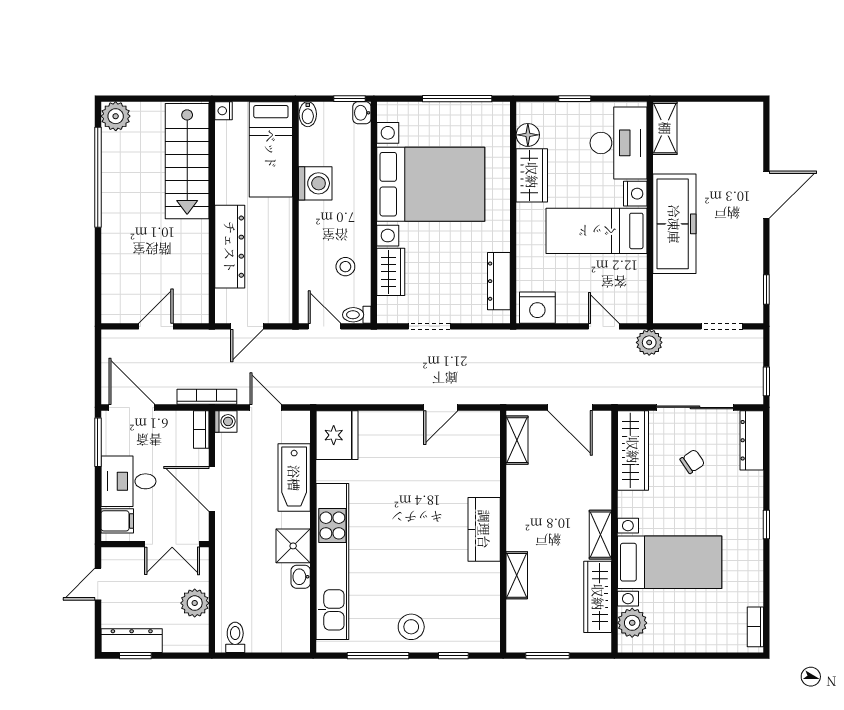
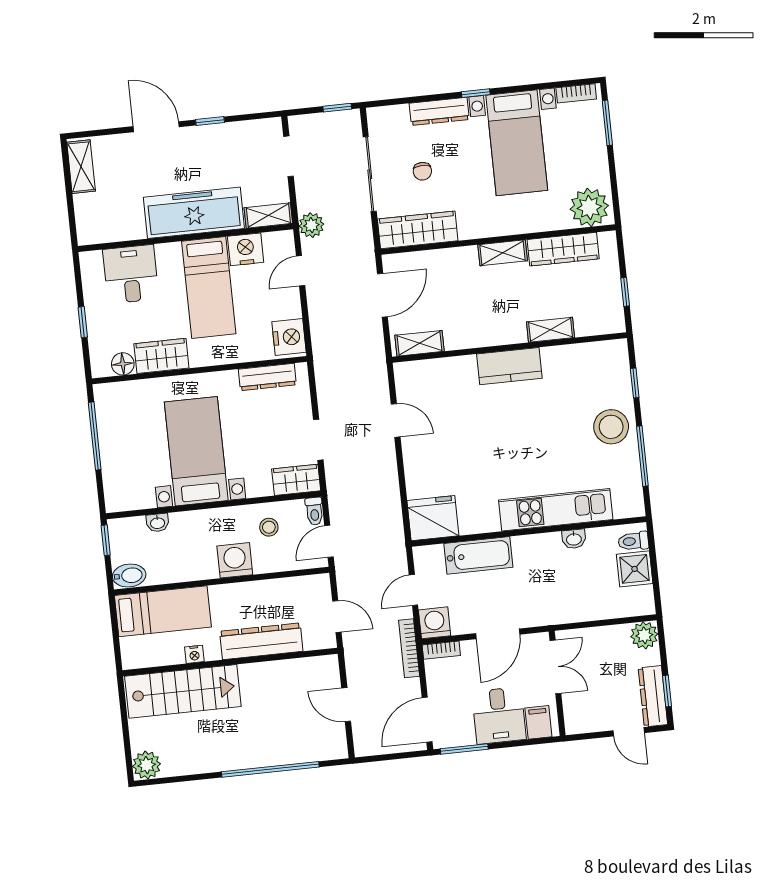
nightstand: (224, 111) -> (194, 654), moved
washbasin: (362, 113) -> (157, 523), moved
bidet: (308, 114) -> (129, 576), width x1.38, depth x1.36
shelving: (665, 128) -> (81, 167), moved, turned 90
desk: (619, 143) -> (131, 274), width x0.73
window: (98, 177) -> (270, 769), moved
washing machine: (315, 183) -> (235, 560), moved
bed with nightstands: (431, 184) -> (196, 451), width x0.73
nightstand: (635, 194) -> (246, 249), moved, width x1.36, depth x1.33
wardrobe: (391, 272) -> (296, 480), moved
window: (766, 289) -> (210, 121), moved
shelving: (664, 300) -> (268, 215), added
washing machine: (226, 421) -> (435, 623), width x1.38, depth x1.38
dresser: (752, 440) -> (439, 111), moved
chair: (692, 461) -> (422, 171), turned -146
shower: (293, 546) -> (635, 569), moved
kitchen unit: (332, 561) -> (556, 510), width x0.73
bed with nightstands: (670, 562) -> (517, 143), moved, turned 180
door: (98, 584) -> (629, 732), moved
plant: (195, 603) -> (644, 635), moved
plant: (632, 623) -> (589, 207), width x1.36, depth x1.36
stool: (411, 627) -> (611, 427), width x1.38, depth x1.38
toilet: (235, 637) -> (633, 541), moved
window: (547, 656) -> (625, 292), width x0.67
window: (722, 656) -> (607, 123), added

